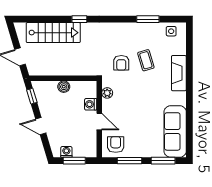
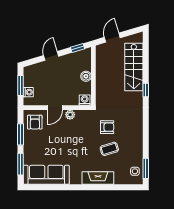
window: (148, 19) -> (146, 168), moved
armchair: (121, 63) -> (107, 127), turned 180
plant: (107, 93) -> (70, 115), moved
washing machine: (91, 104) -> (85, 100), moved
armchair: (116, 144) -> (35, 122), turned 90
washing machine: (66, 152) -> (28, 92), moved

